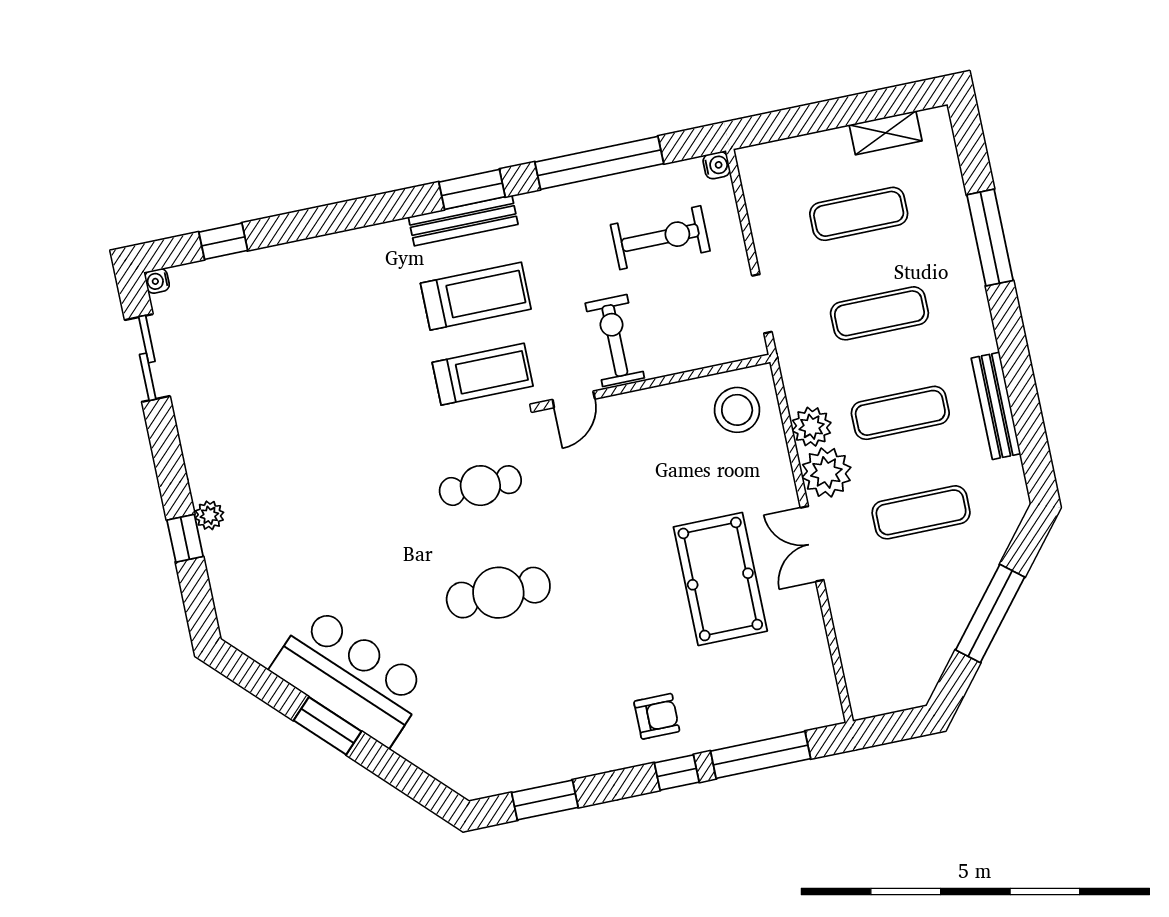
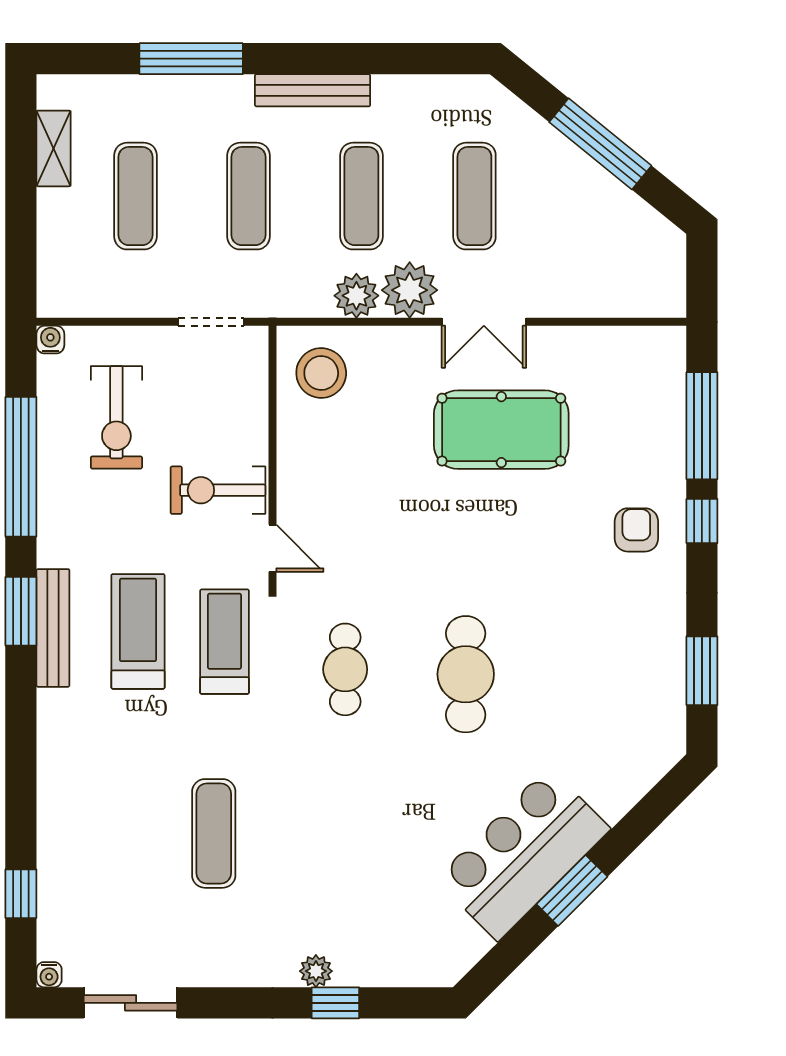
exercise bike: (660, 238) -> (116, 417), turned 180
exercise mat: (312, 400) -> (214, 833), added
bench: (996, 406) -> (313, 90), moved

